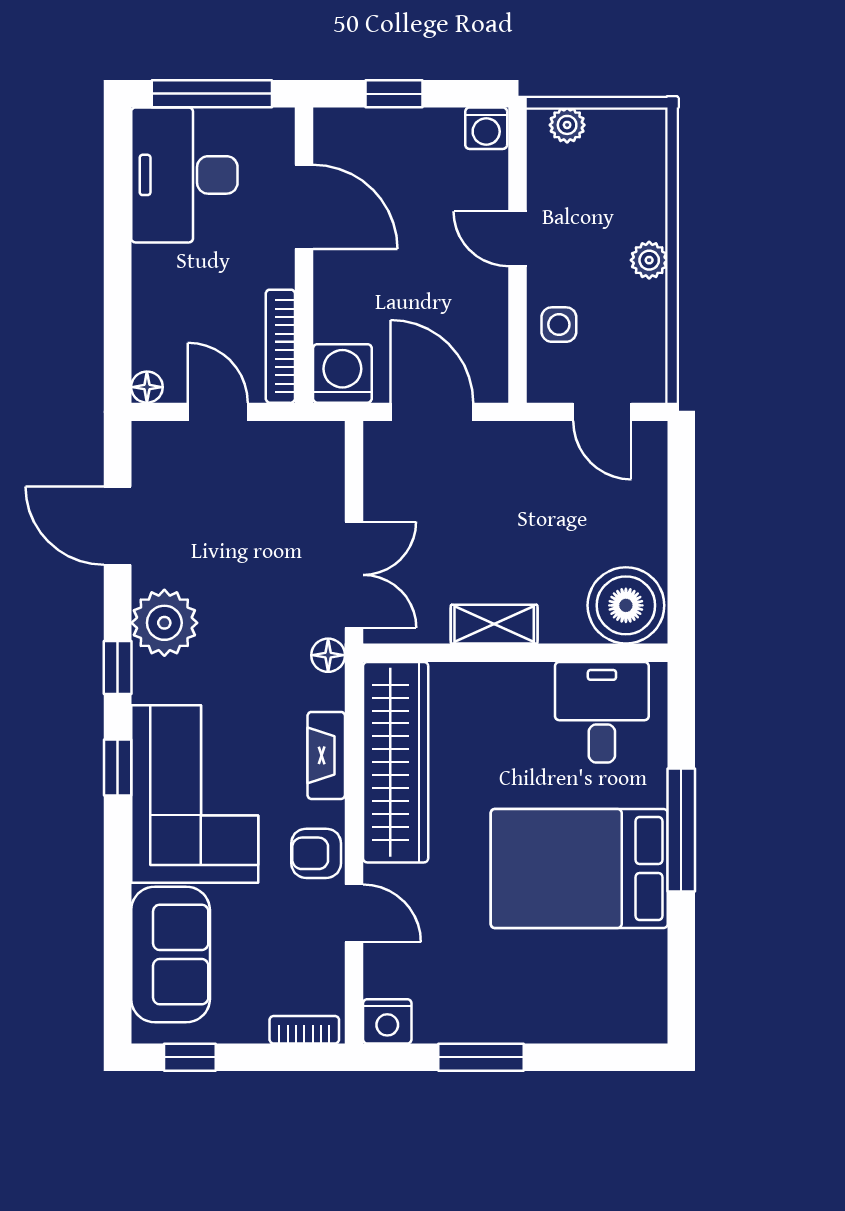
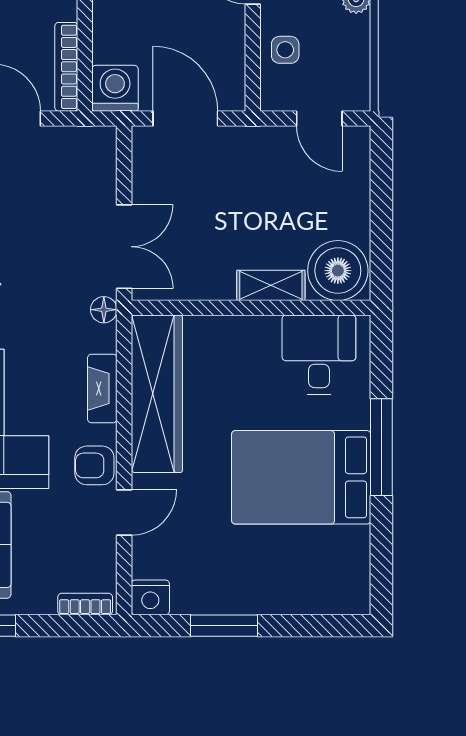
shelving: (494, 624) -> (271, 285), moved
door: (354, 913) -> (124, 513), hinge flipped

